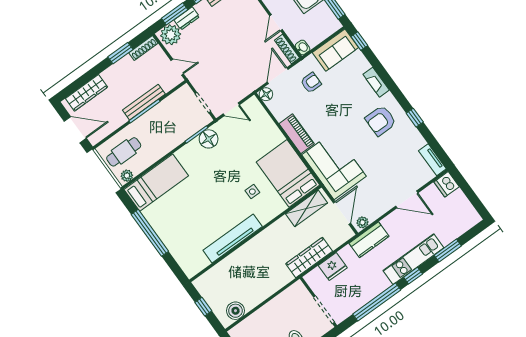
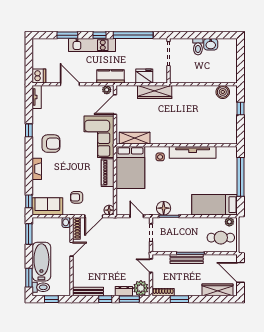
bed: (288, 173) -> (130, 168), moved
shelving: (307, 208) -> (135, 138), moved
wall: (255, 234) -> (177, 145), moved
tv unit: (233, 238) -> (193, 152), moved

